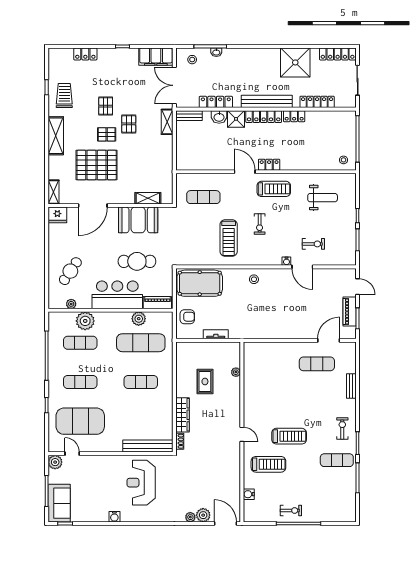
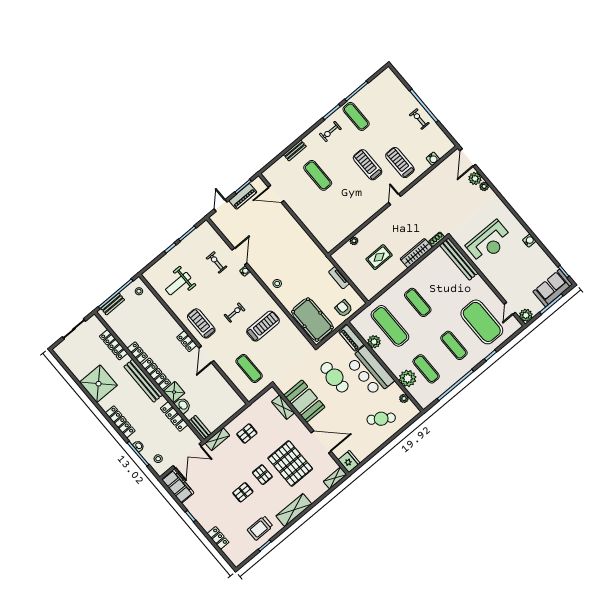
locker: (338, 54) -> (120, 422), moved
pallet: (129, 124) -> (247, 434), moved
bench: (351, 129) -> (113, 304), added
weight bench: (323, 198) -> (178, 284), turned -90
exercise mat: (317, 364) -> (318, 175), moved

